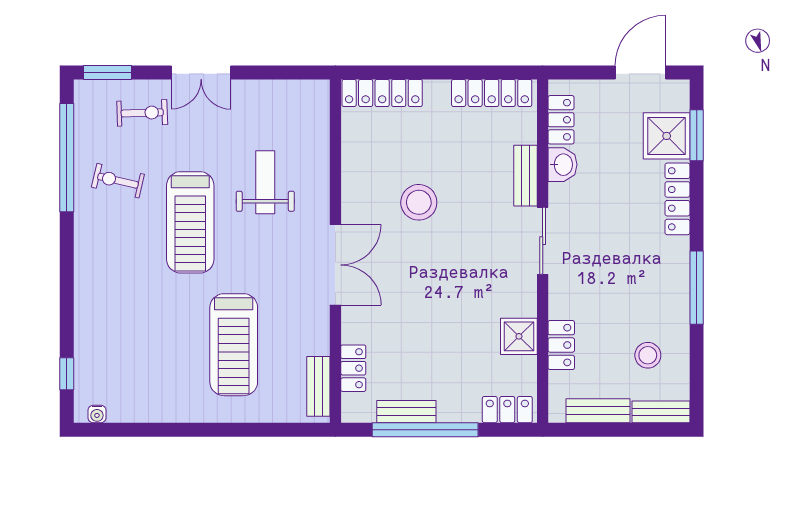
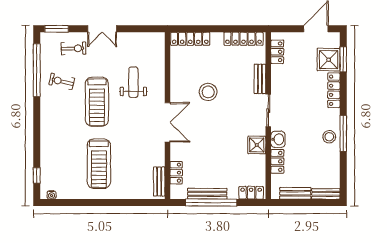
washbasin: (562, 165) -> (278, 139), moved
shower: (519, 336) -> (257, 145), moved
treadmill: (234, 345) -> (99, 164), moved
stool: (648, 355) -> (329, 137), moved
bench: (406, 412) -> (207, 194), width x1.36

